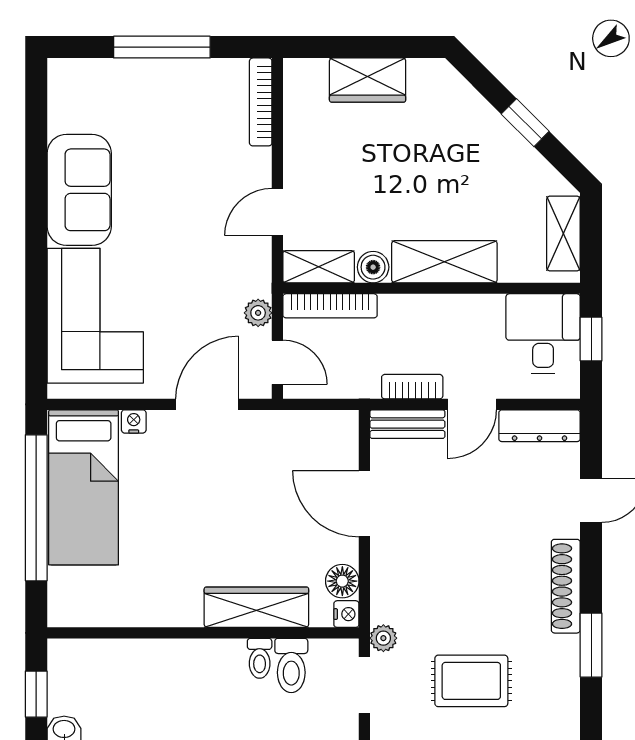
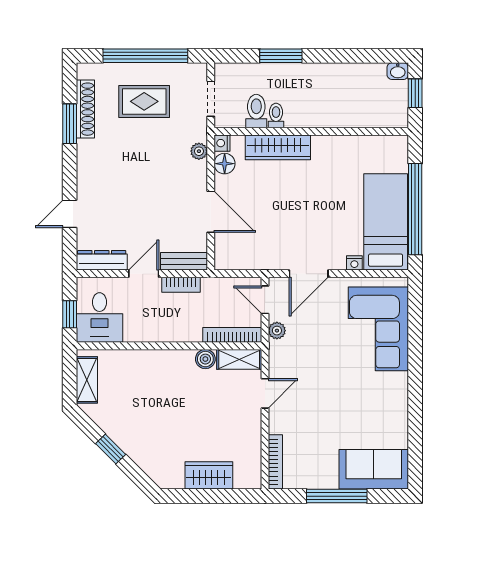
sofa: (79, 190) -> (374, 469), moved, turned 90
shelving: (444, 262) -> (161, 362), removed
shoe rack: (566, 586) -> (85, 109), moved
plant: (383, 638) -> (199, 151), moved

